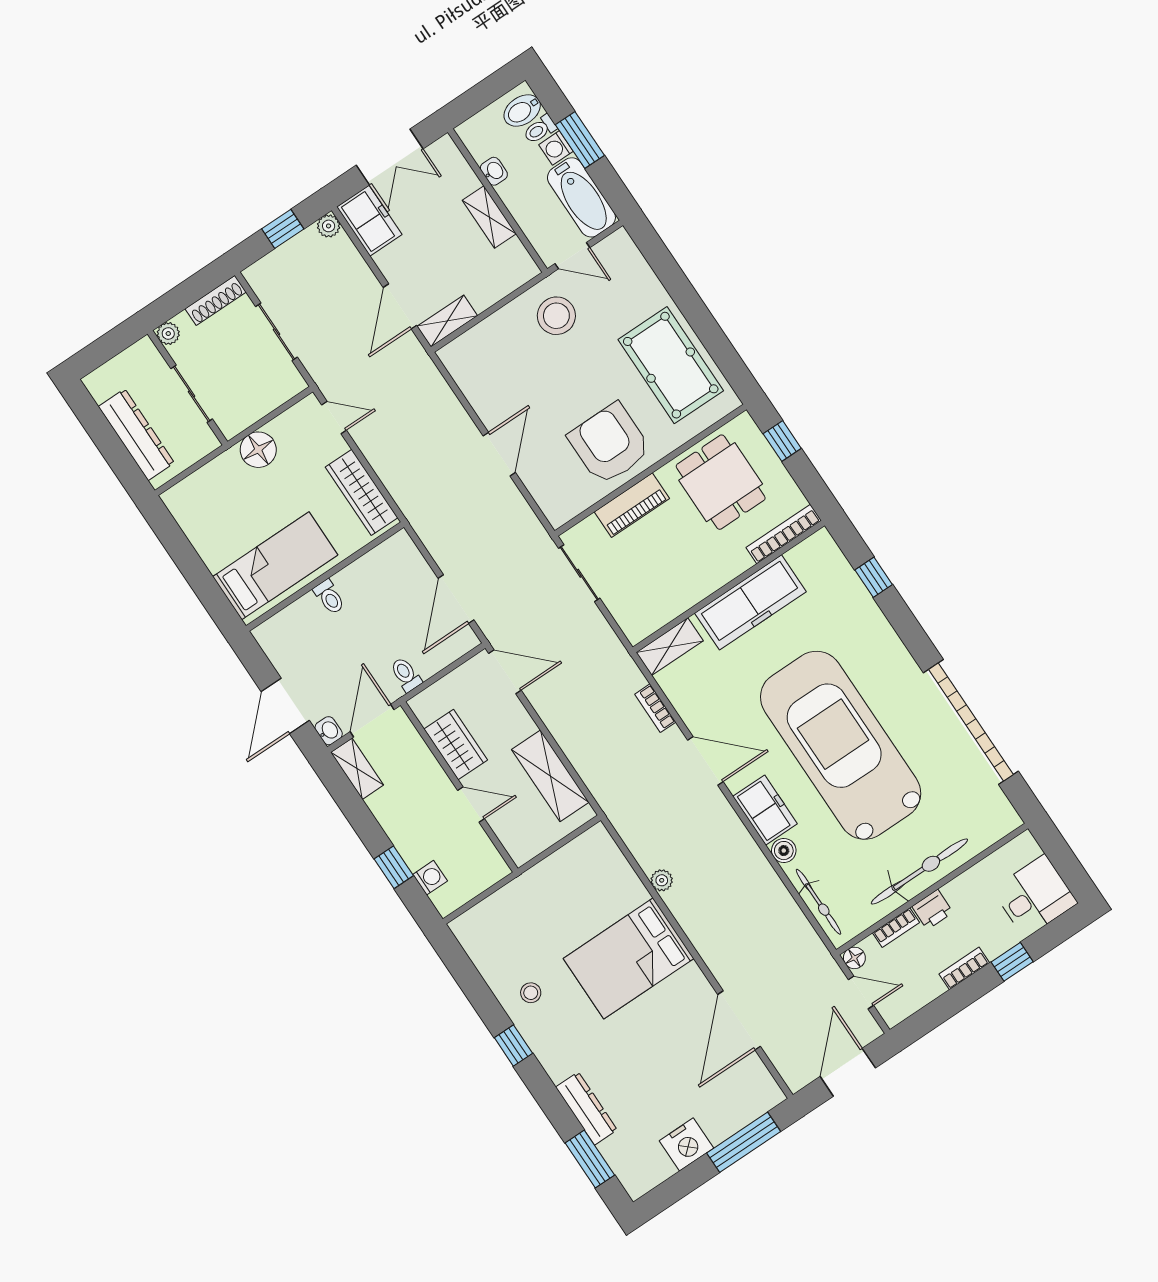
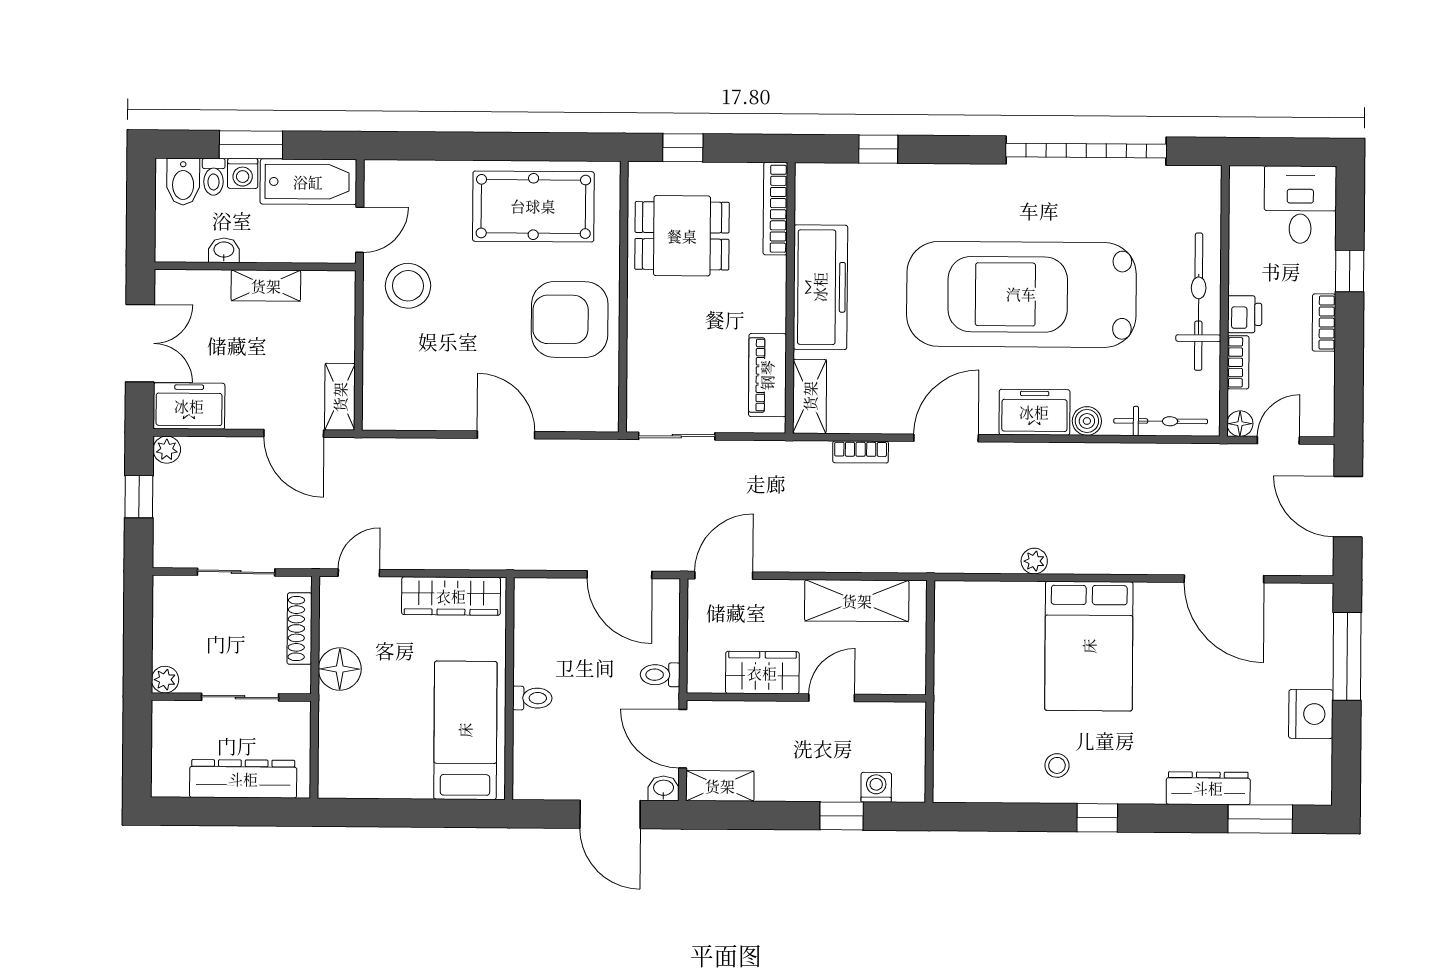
shoe rack: (216, 300) -> (300, 629), moved, turned 180
piano: (632, 505) -> (767, 375), moved, turned 180

